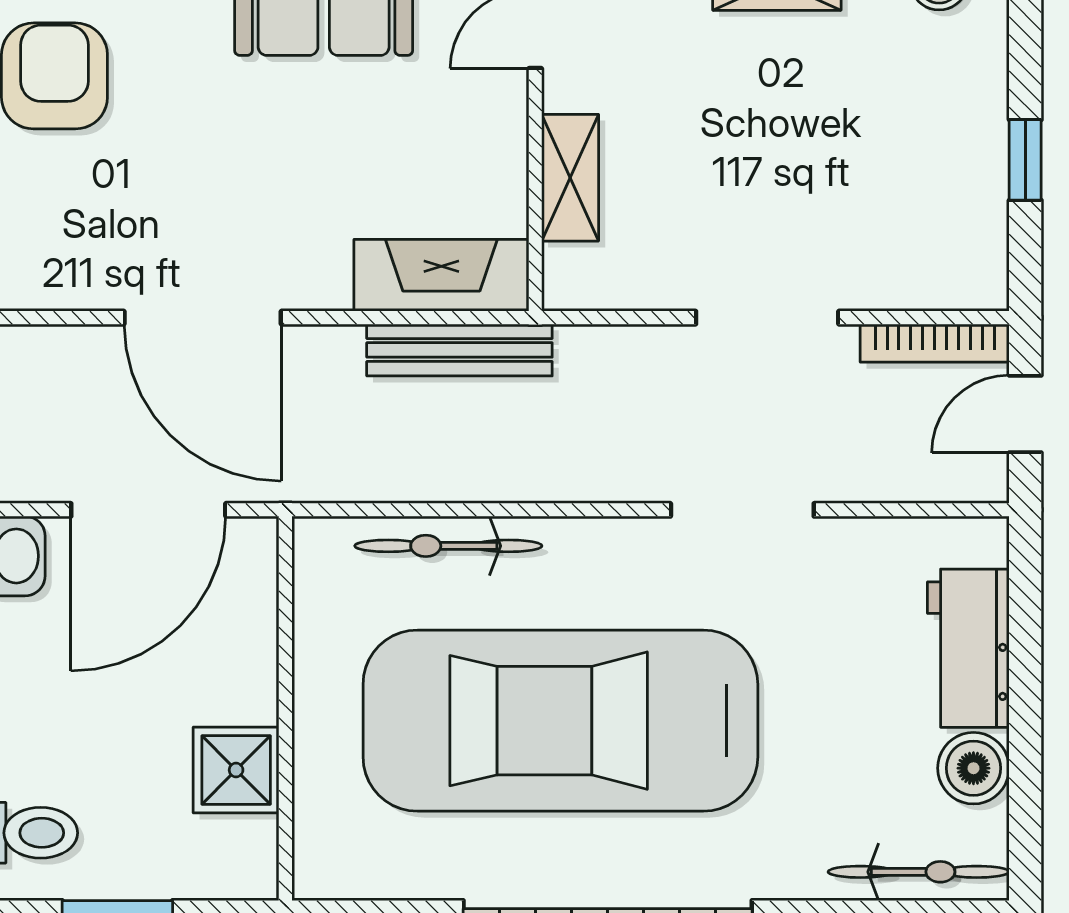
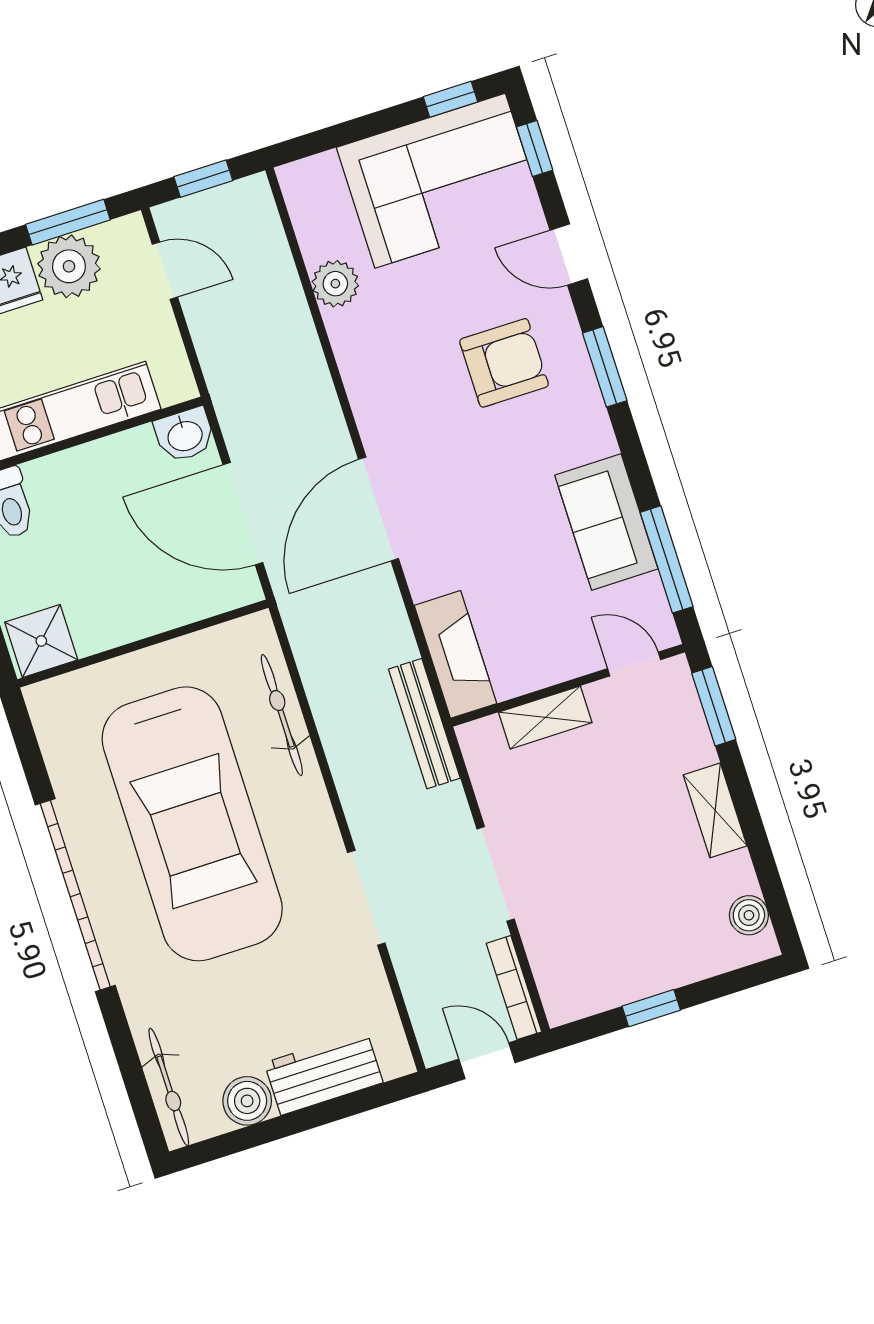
bench: (459, 350) -> (424, 724), moved
car: (560, 721) -> (192, 824), turned 180
shower: (236, 770) -> (41, 641), moved

